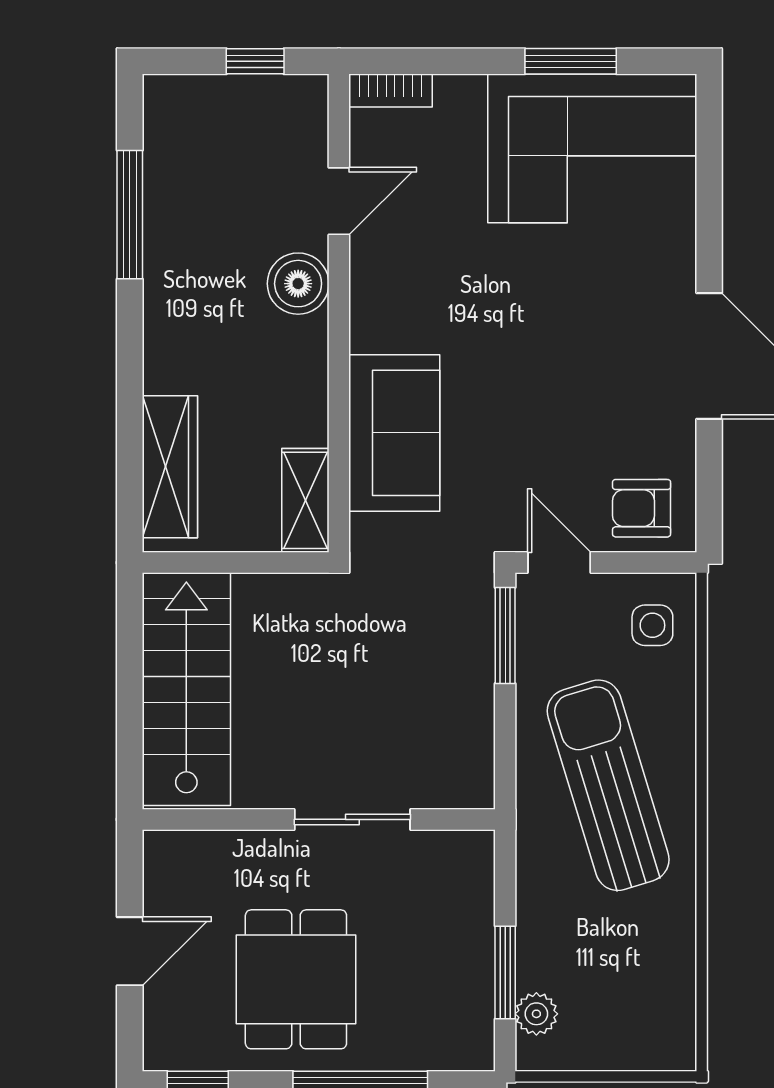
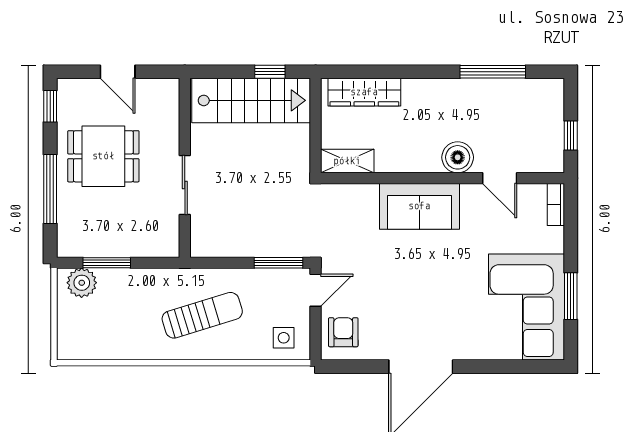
sofa: (394, 433) -> (419, 206), moved
window: (130, 652) -> (270, 72), added
sun lounger: (608, 785) -> (202, 315), width x0.73, depth x0.75
plant: (536, 1014) -> (82, 283), width x1.38, depth x1.38

